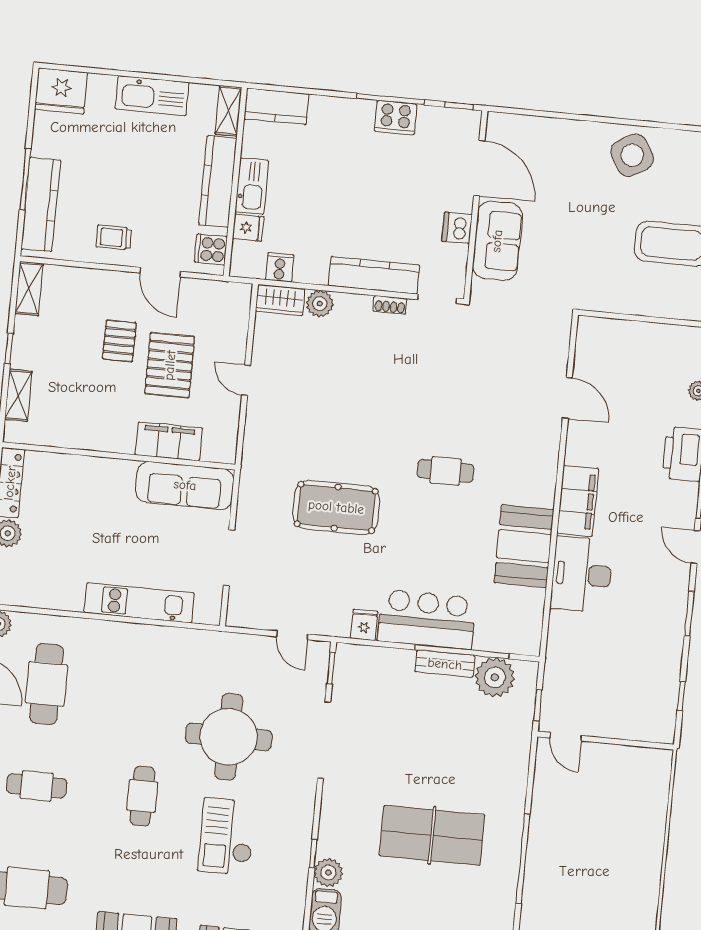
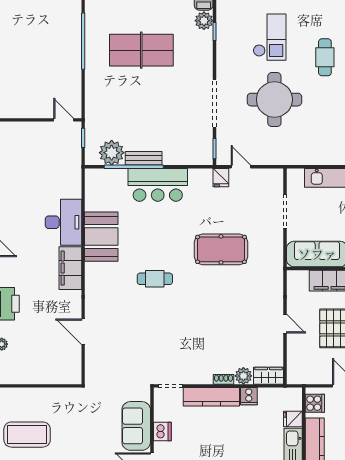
cooker: (280, 267) -> (249, 396), moved
shoe rack: (390, 305) -> (224, 379), moved
fridge: (364, 625) -> (221, 178), moved

